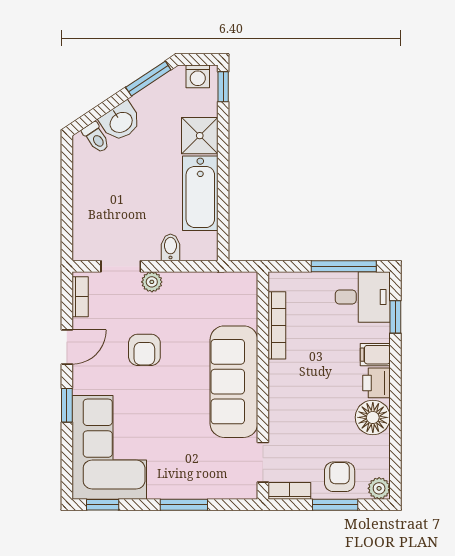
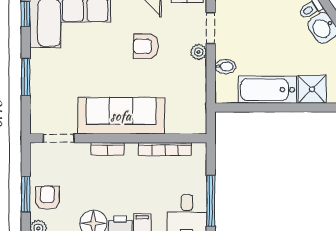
armchair: (340, 477) -> (47, 198), turned -90
bookcase: (289, 491) -> (107, 149), moved, turned 90

